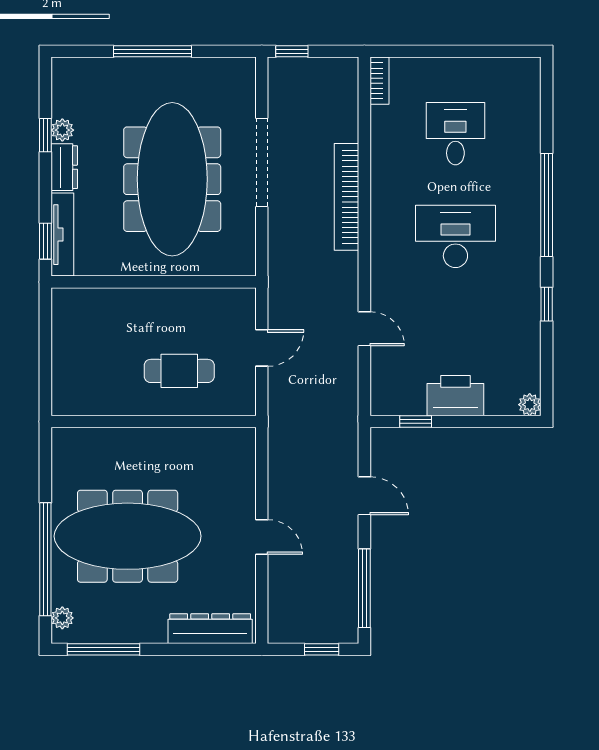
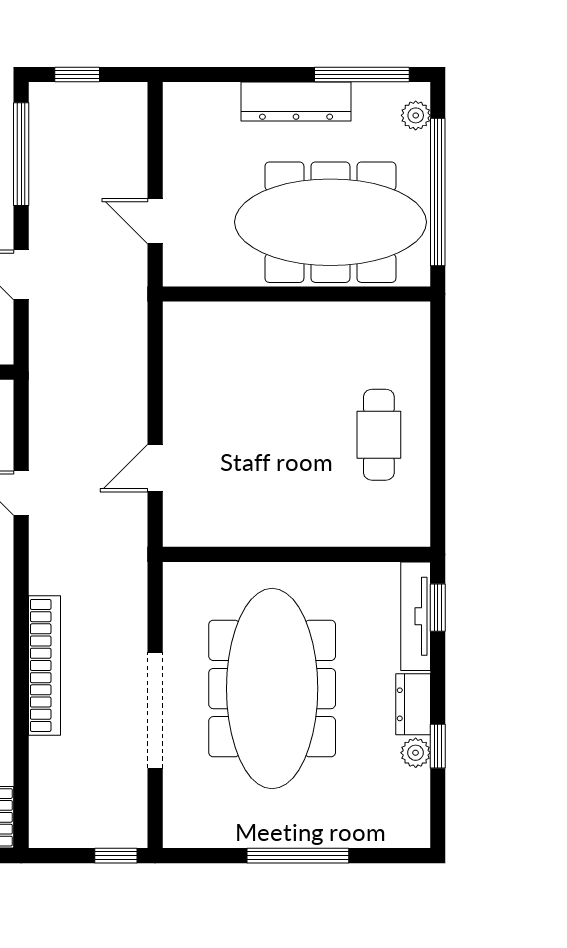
cafe table: (179, 371) -> (379, 435), moved, turned 90
wall: (154, 421) -> (296, 294), moved
dresser: (210, 629) -> (296, 101), moved

